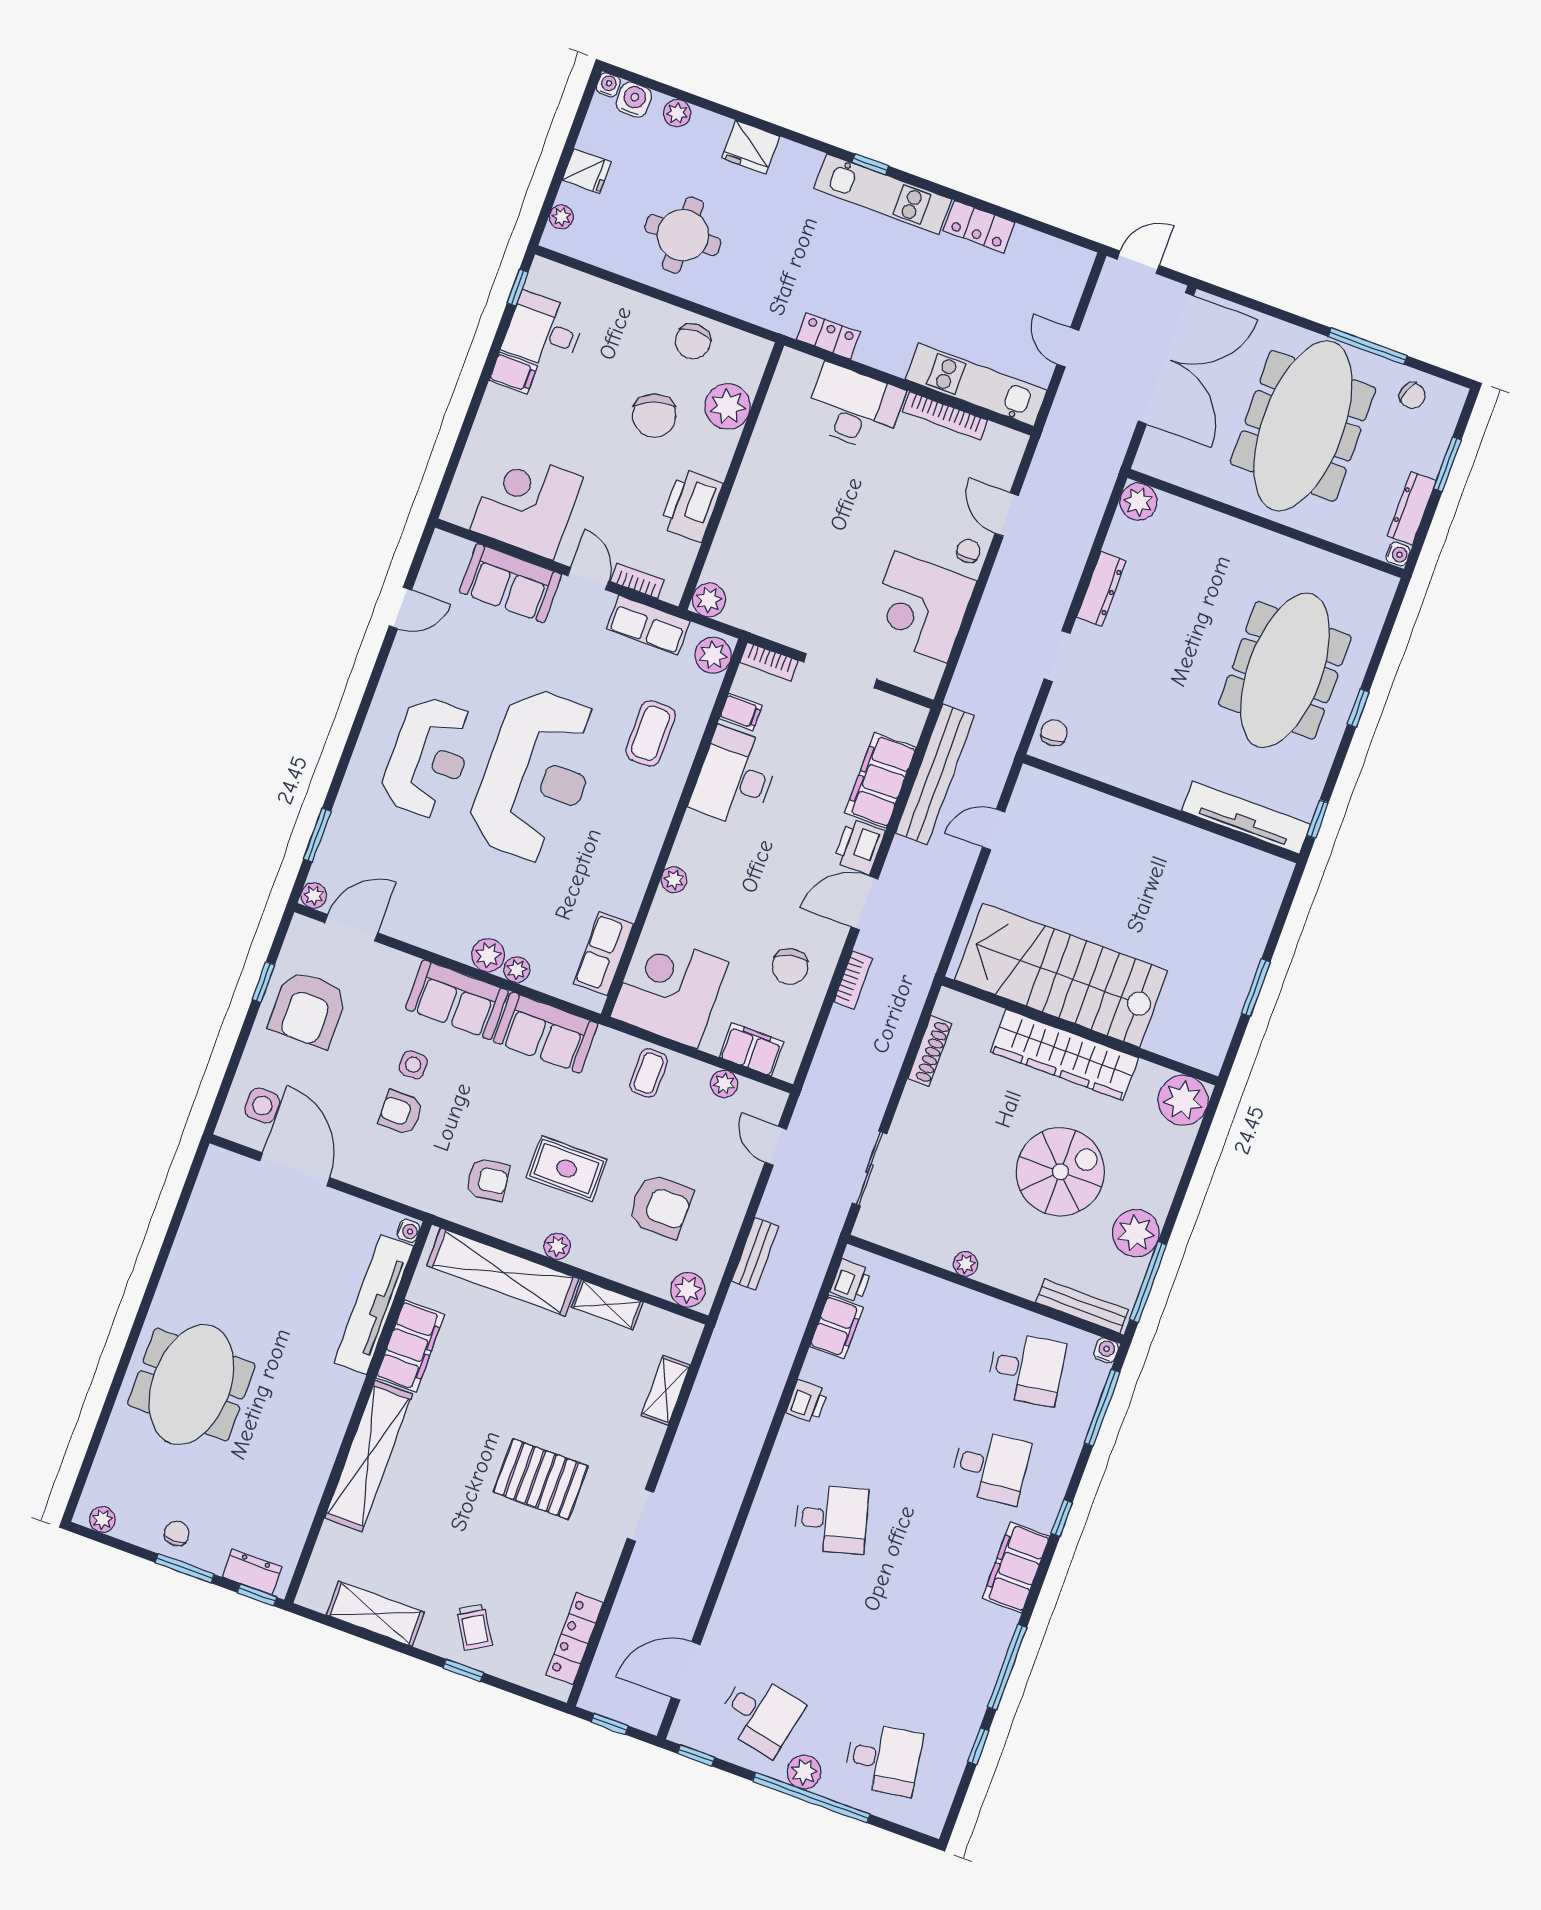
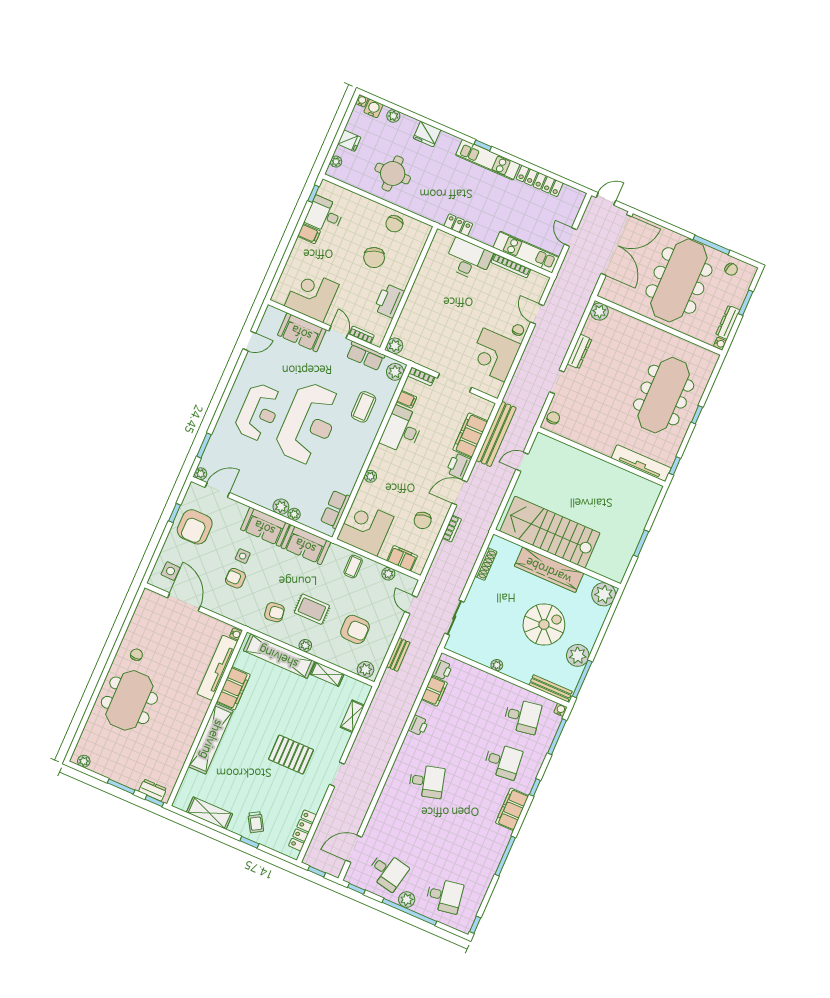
locker: (979, 227) -> (540, 181), width x1.53
plant: (728, 406) -> (409, 255), removed
chair: (177, 1533) -> (136, 655), moved
window: (978, 1746) -> (475, 925), moved

